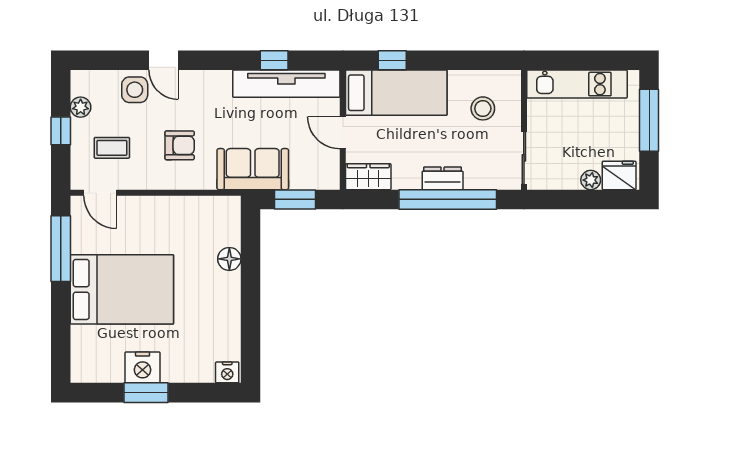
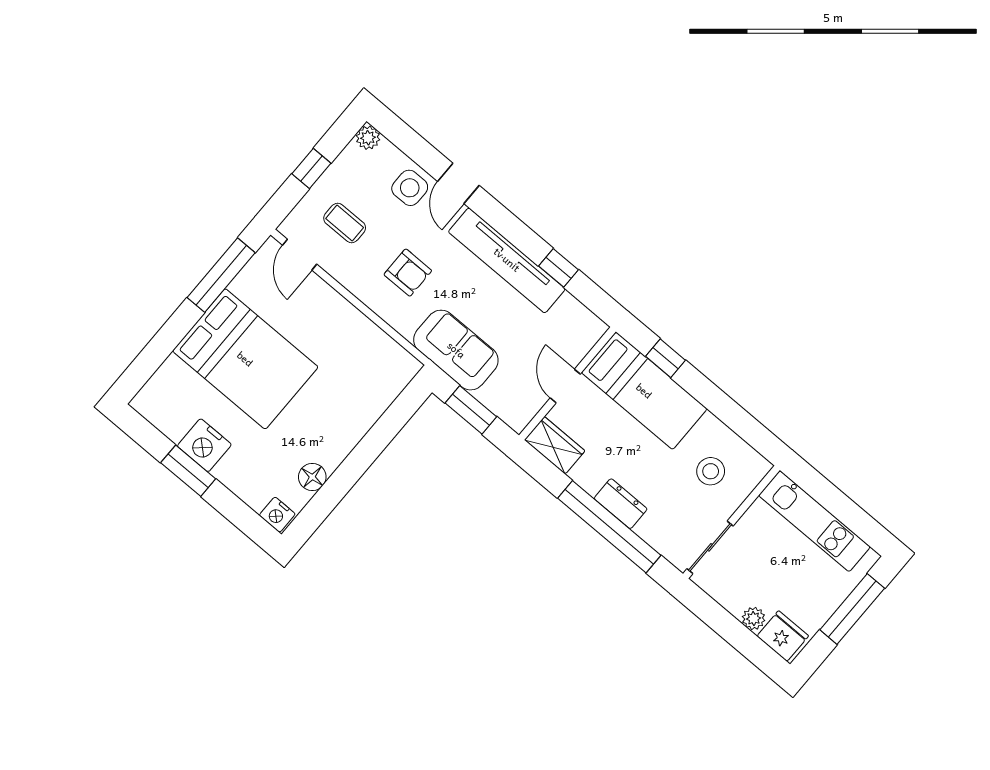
tv unit: (286, 84) -> (507, 260), moved
plant: (81, 107) -> (368, 138), moved
floor lamp: (229, 259) -> (312, 477), moved

